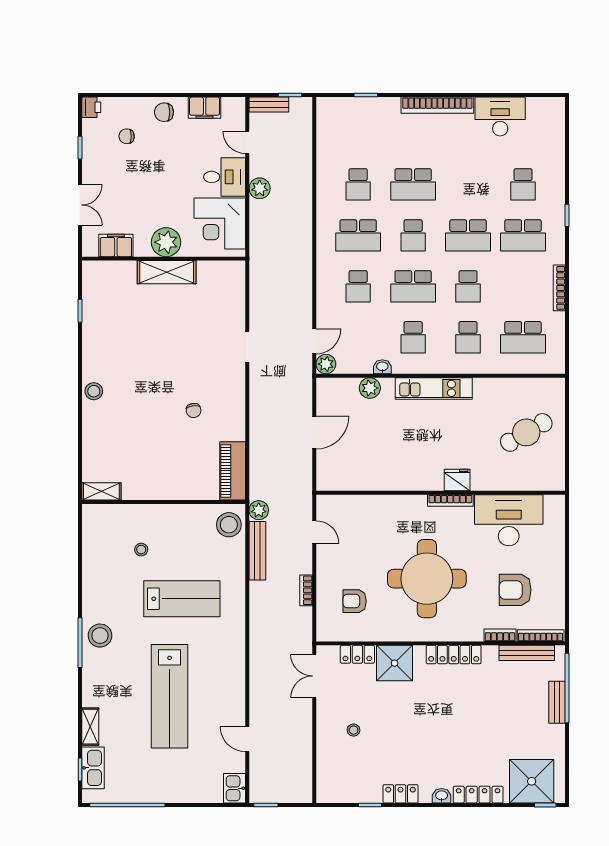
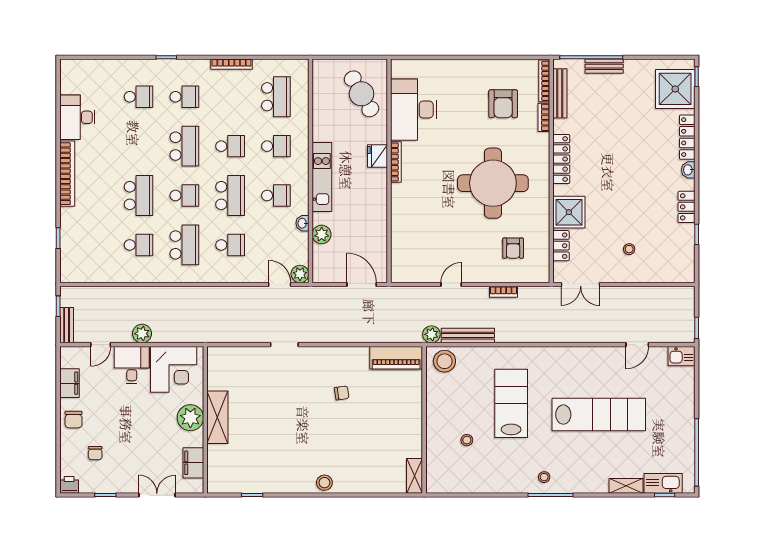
school desk: (523, 235) -> (184, 97), width x0.54
fridge: (457, 480) -> (378, 156), moved
wall: (441, 493) -> (389, 171), moved
bookcase: (450, 500) -> (396, 162), moved
desk: (509, 520) -> (414, 110), moved
stool: (100, 636) -> (544, 477), width x0.53, depth x0.53

